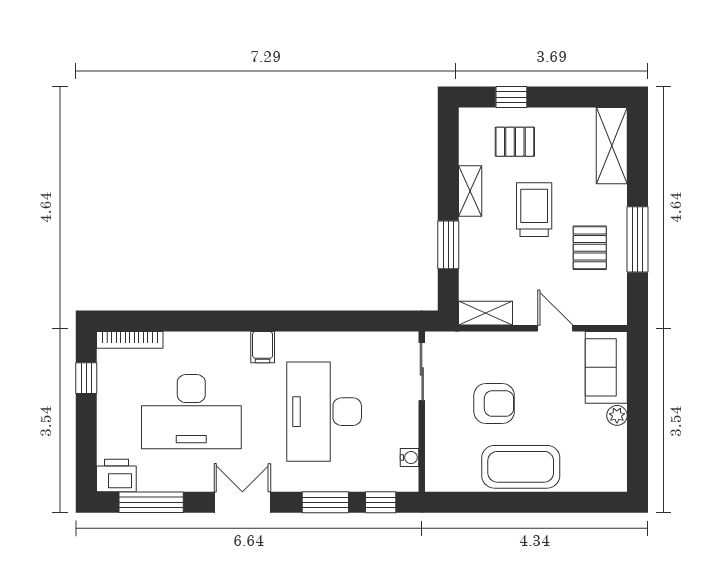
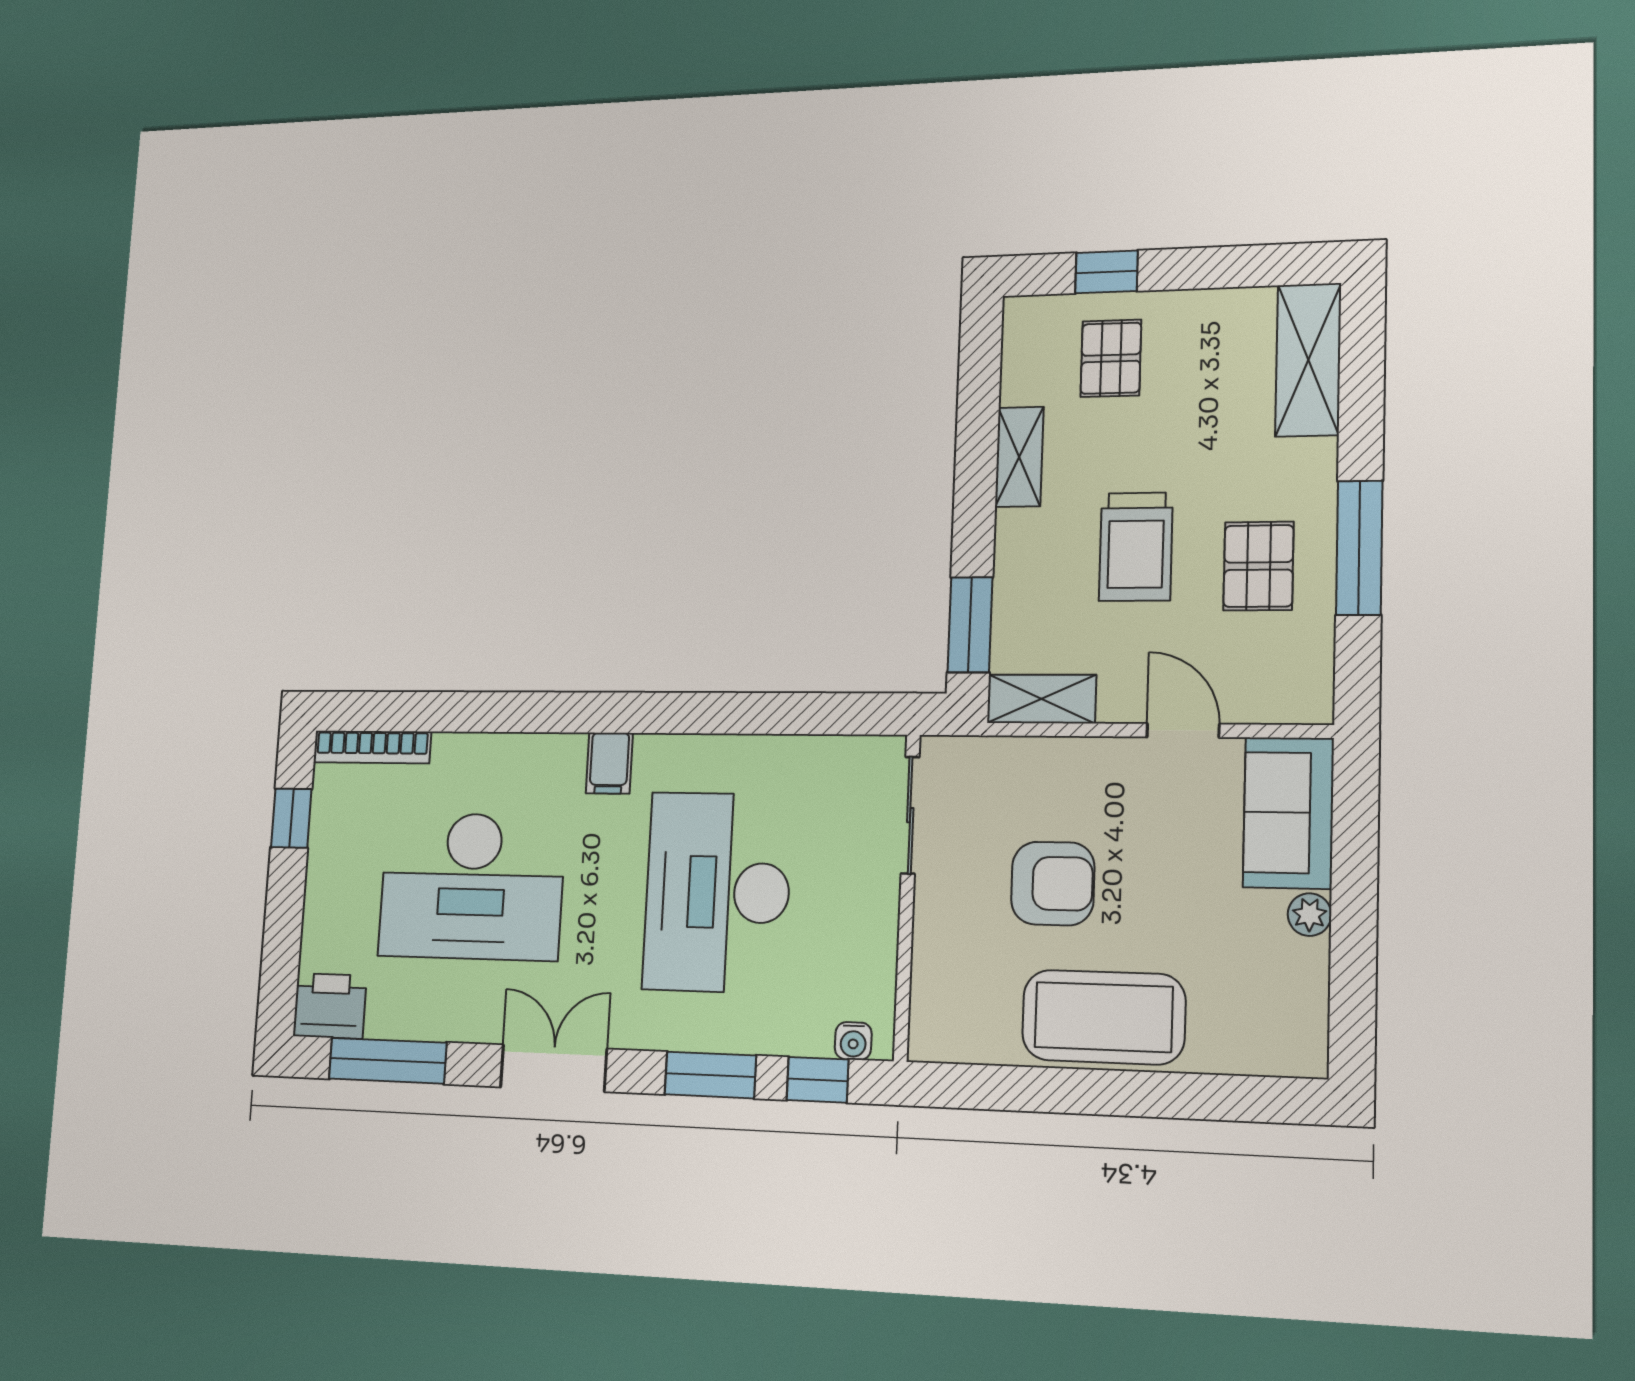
pallet: (515, 142) -> (1111, 358), turned 90
trolley: (534, 210) -> (1136, 547), moved, turned 180
window: (448, 245) -> (970, 625), moved
water cooler: (410, 458) -> (853, 1041), moved, turned 90

